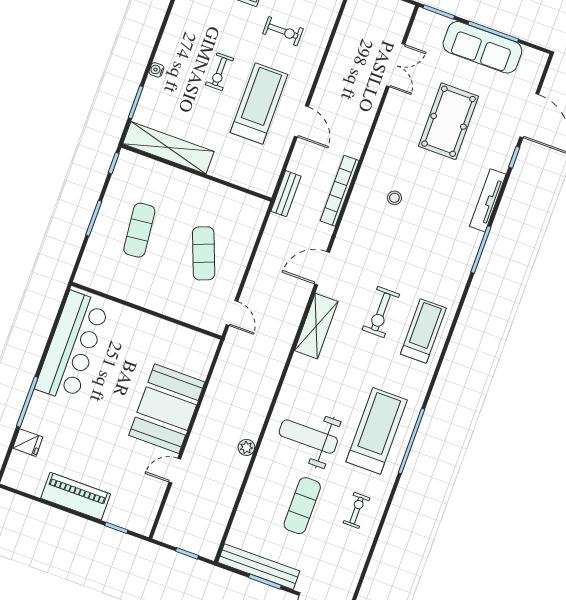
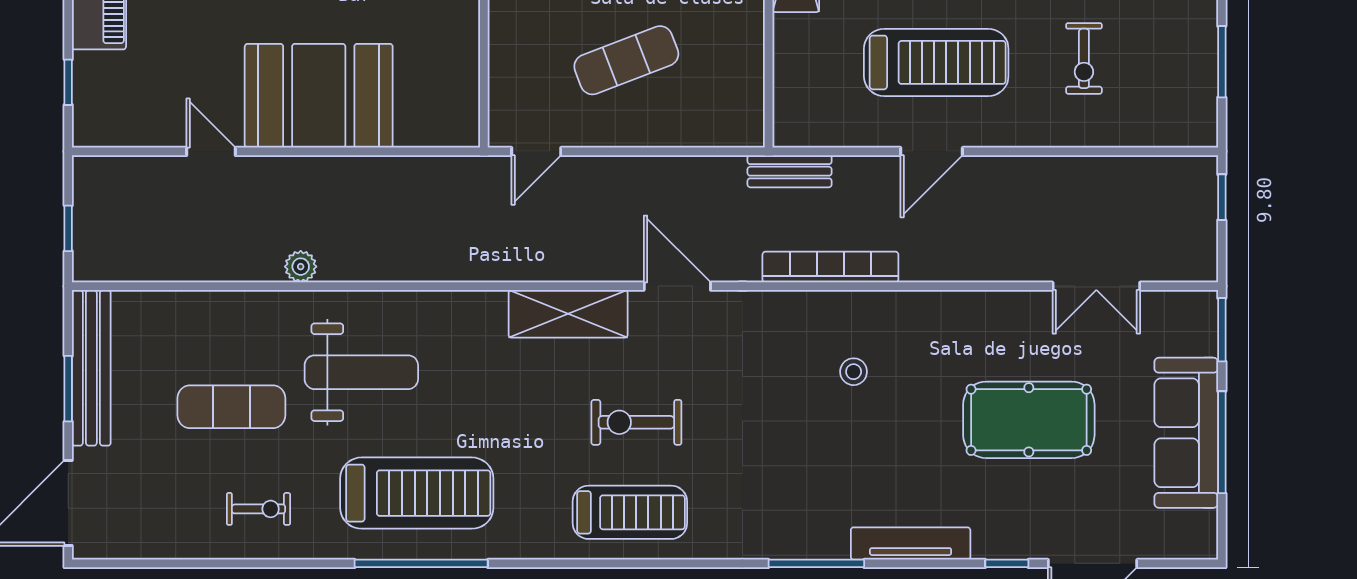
weight bench: (308, 437) -> (361, 372), turned 90

